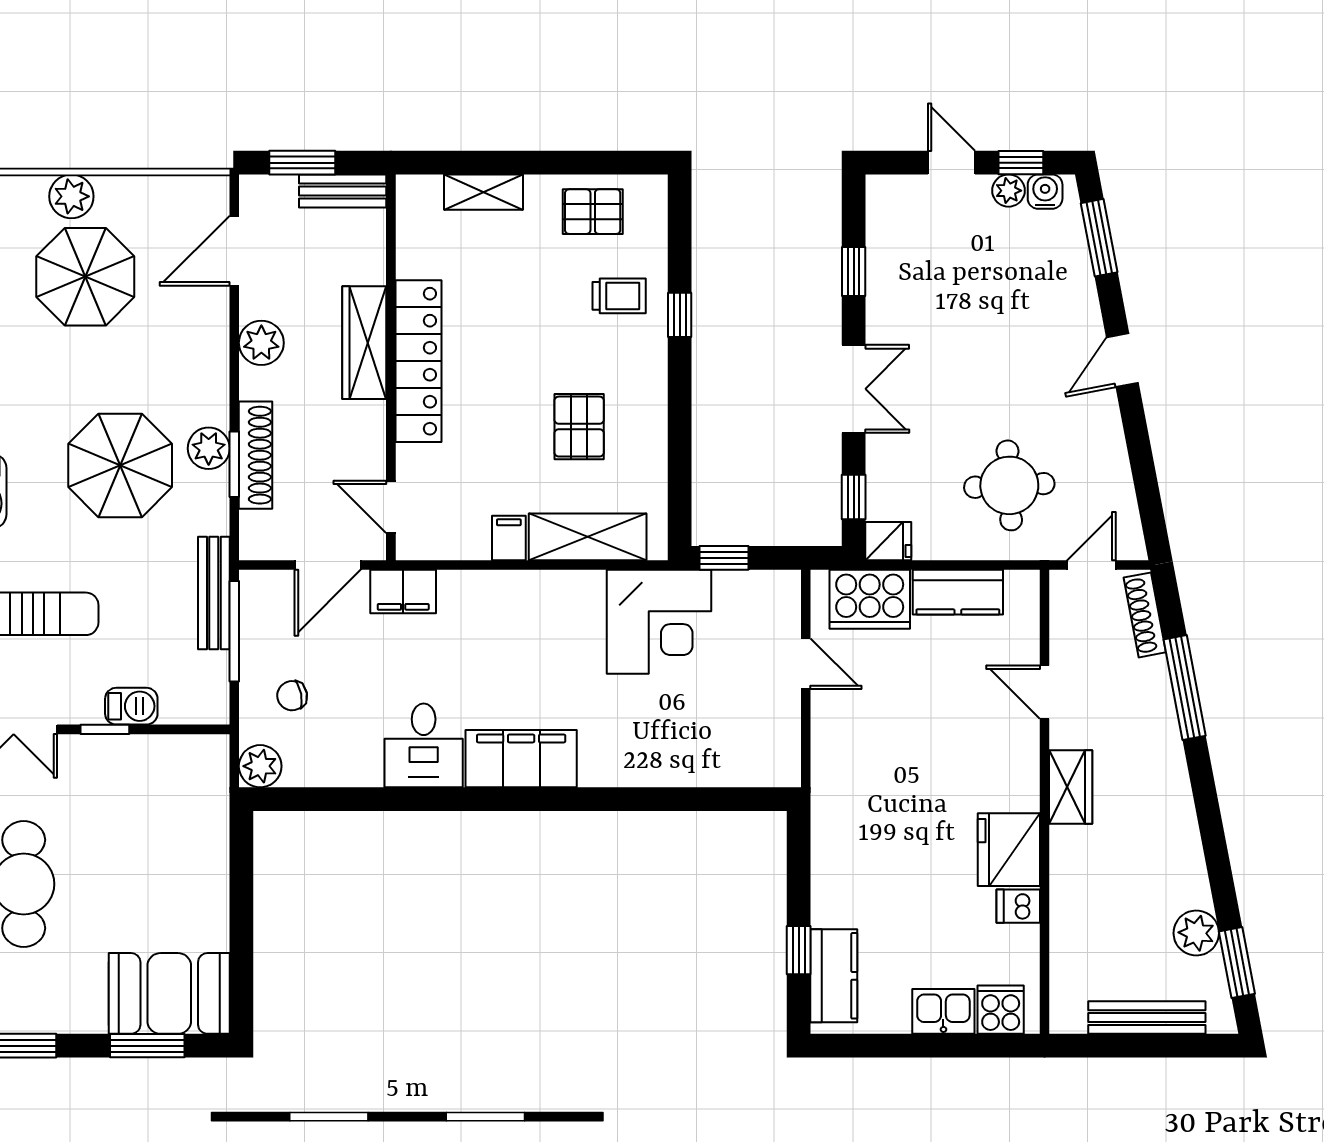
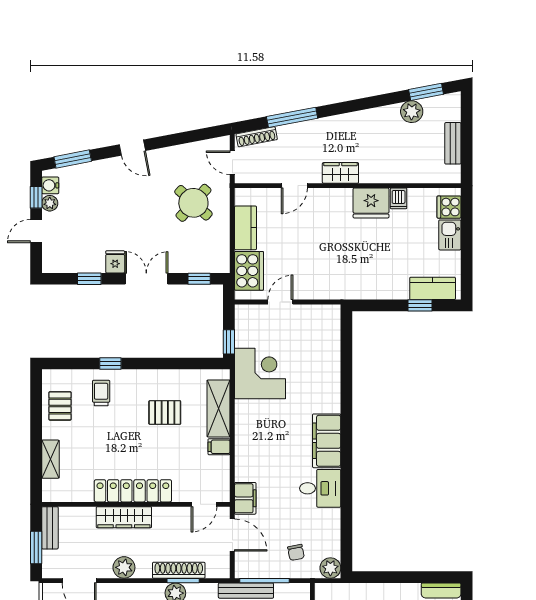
round table: (1009, 485) -> (193, 203), turned 45
fridge: (888, 541) -> (115, 262), moved
bench: (1147, 1018) -> (453, 143), width x0.73

